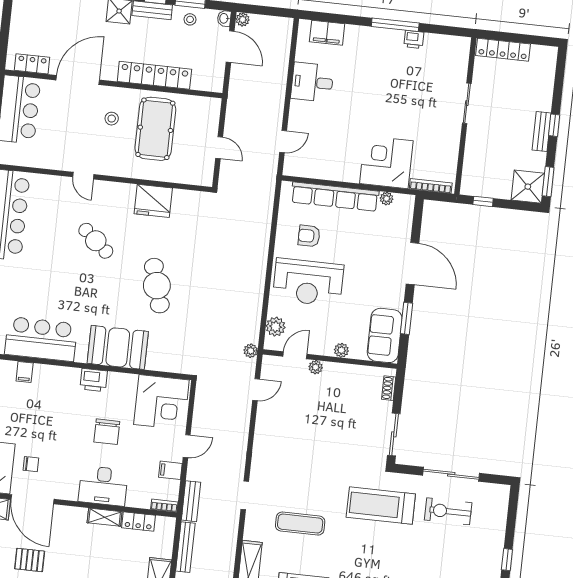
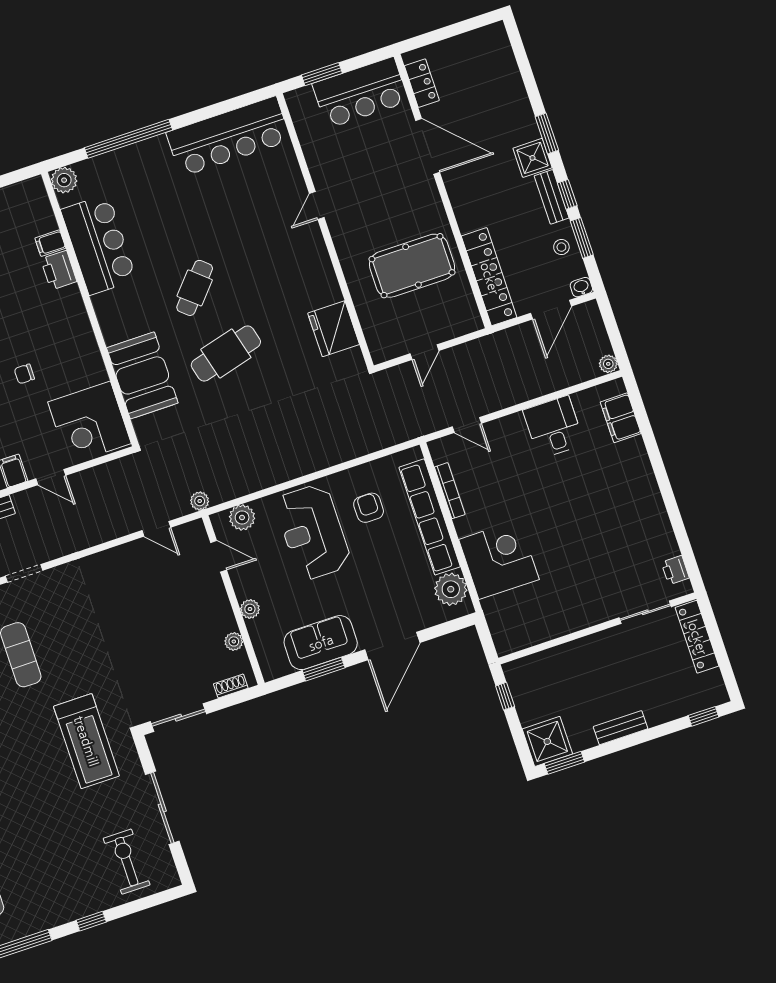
plant: (243, 19) -> (608, 364), moved
window: (395, 25) -> (668, 495), removed
printer: (414, 40) -> (675, 570), moved
locker: (154, 75) -> (489, 277), moved
sliding door: (467, 103) -> (645, 612), moved
stool: (112, 119) -> (400, 208), removed
window: (554, 125) -> (704, 716), moved
bookcase: (431, 186) -> (450, 491), moved
plant: (387, 199) -> (451, 589), width x1.88, depth x1.88
fridge: (153, 201) -> (334, 329), moved
cafe table: (96, 241) -> (195, 288), moved
sofa: (385, 335) -> (321, 643), moved
booth: (118, 347) -> (142, 375), moved
plant: (316, 367) -> (234, 641), moved
printer: (94, 380) -> (59, 270), moved
chair: (107, 432) -> (24, 374), width x0.54, depth x0.54
treadmill: (381, 506) -> (86, 741), turned 180
exercise bike: (448, 511) -> (127, 862), moved

